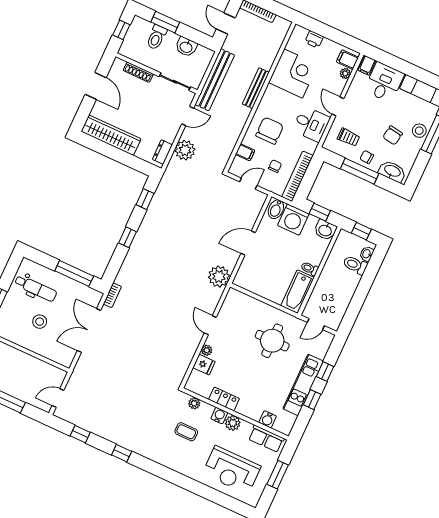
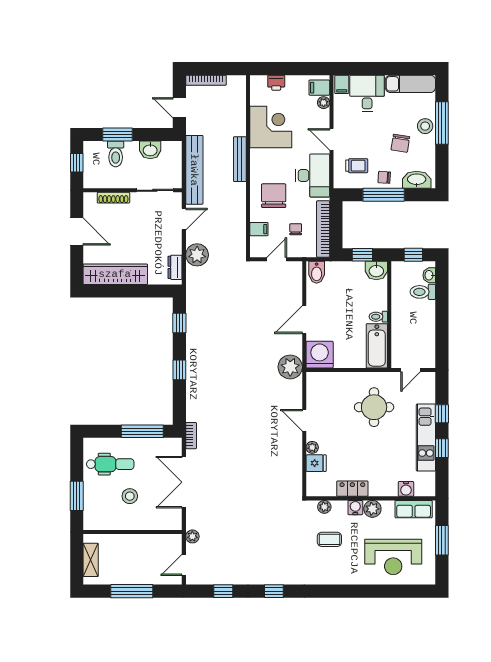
desk: (311, 124) -> (313, 175), width x1.37
washing machine: (293, 220) -> (320, 355), moved, turned 180
plant: (76, 378) -> (192, 536), added

